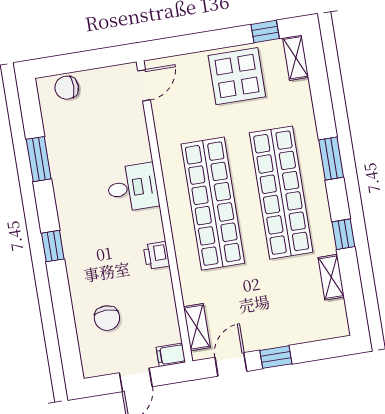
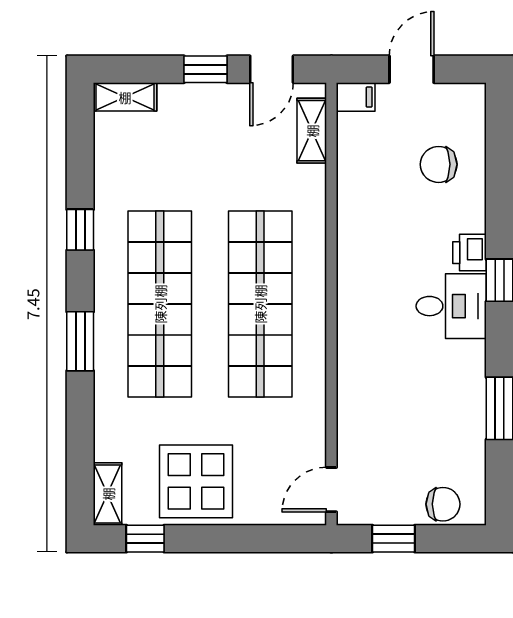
window: (96, 59) -> (394, 539), added
desk: (133, 188) -> (451, 306), moved, turned 180
printer: (156, 255) -> (470, 253), moved, turned 180
shelving: (331, 277) -> (125, 97), moved, turned 90
chair: (107, 318) -> (439, 164), turned -90

